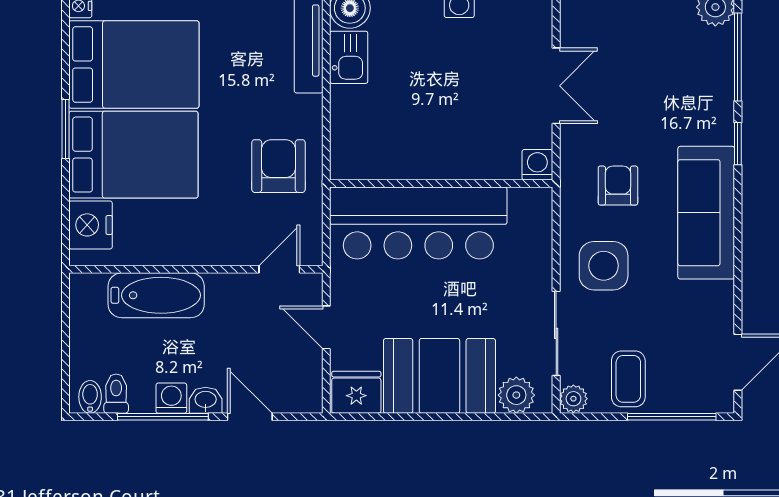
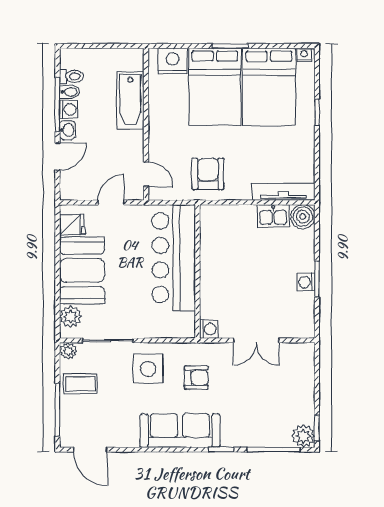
armchair: (278, 166) -> (208, 174), turned -90
fridge: (356, 392) -> (72, 225), width x0.72
bidet: (90, 397) -> (69, 92), moved

